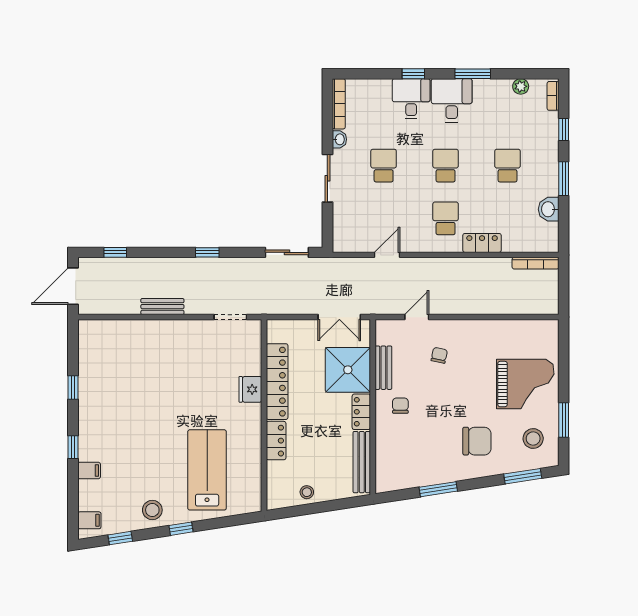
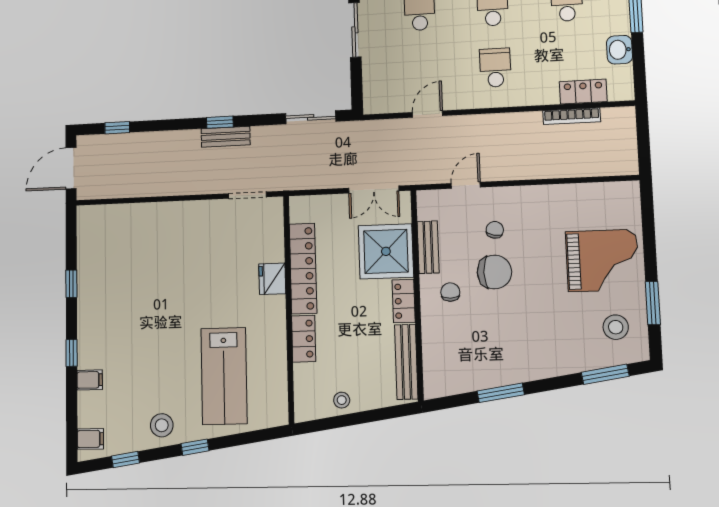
locker: (482, 243) -> (583, 92), moved
bookcase: (535, 263) -> (572, 116), moved
bench: (162, 307) -> (226, 137), moved
chair: (477, 441) -> (494, 272), moved
lab bench: (207, 470) -> (224, 376), turned 180

